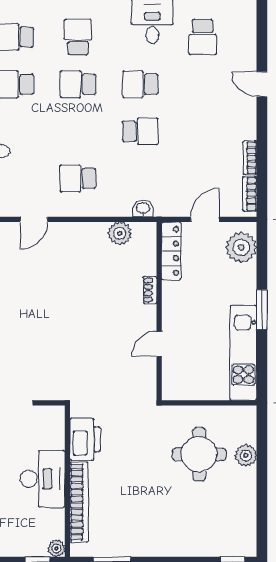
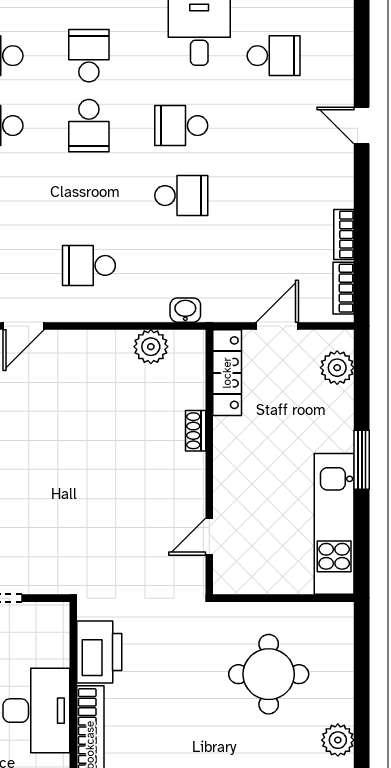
school desk: (203, 37) -> (274, 56), turned -90
school desk: (78, 84) -> (89, 126), turned -90
plant: (241, 247) -> (337, 368), width x0.73, depth x0.73
door: (159, 344) -> (209, 537), moved
plant: (246, 455) -> (338, 740), moved

